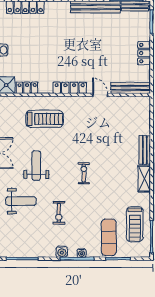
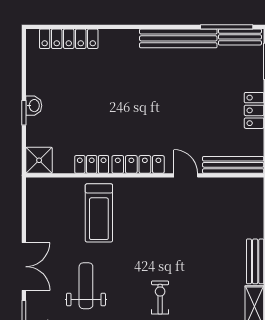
locker: (27, 88) -> (92, 164), moved
treadmill: (45, 119) -> (99, 213), turned 90

